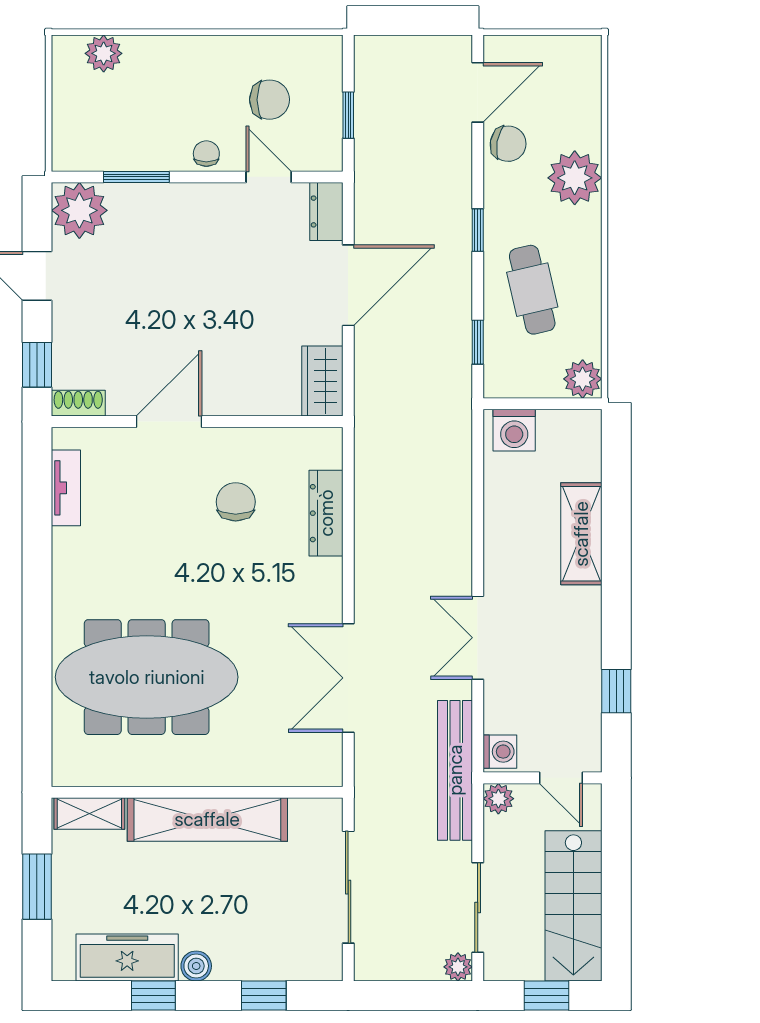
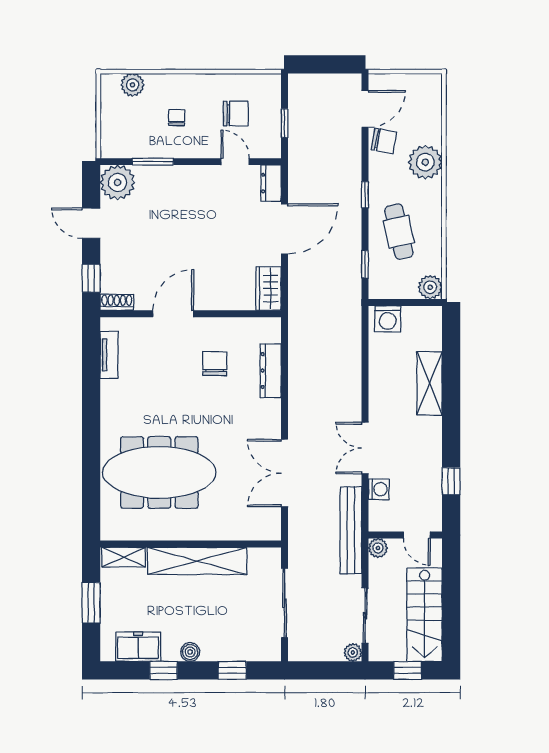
chair: (206, 154) -> (177, 117), moved
washing machine: (500, 752) -> (379, 489), moved
freezer: (127, 958) -> (138, 647), width x0.71

